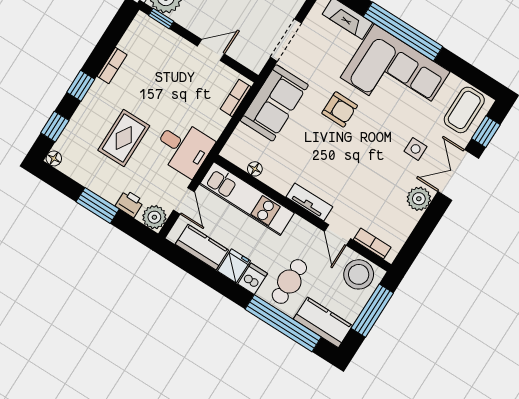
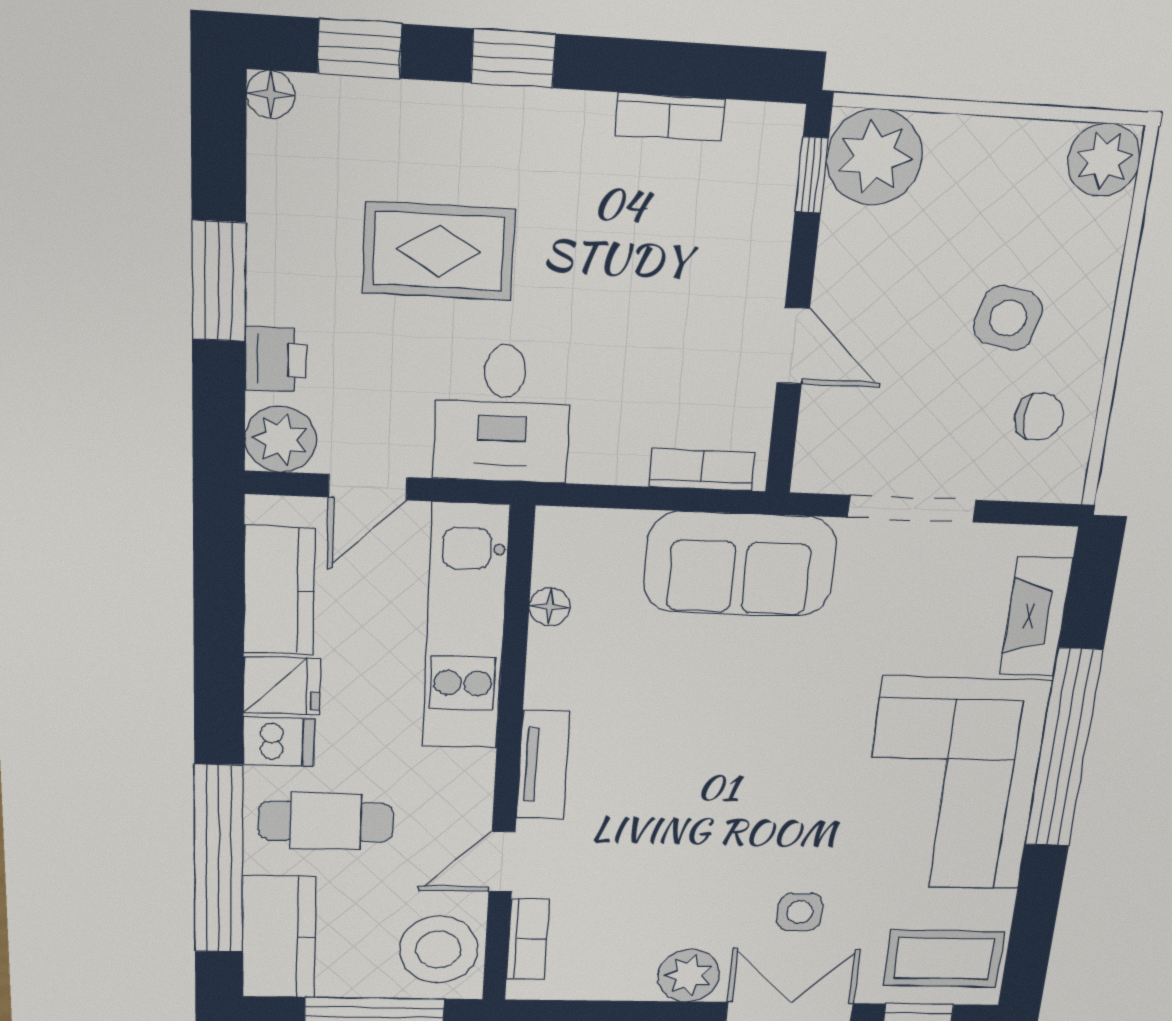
bookcase: (112, 66) -> (670, 117), moved
armchair: (340, 109) -> (804, 714), removed

